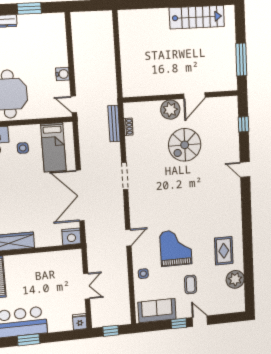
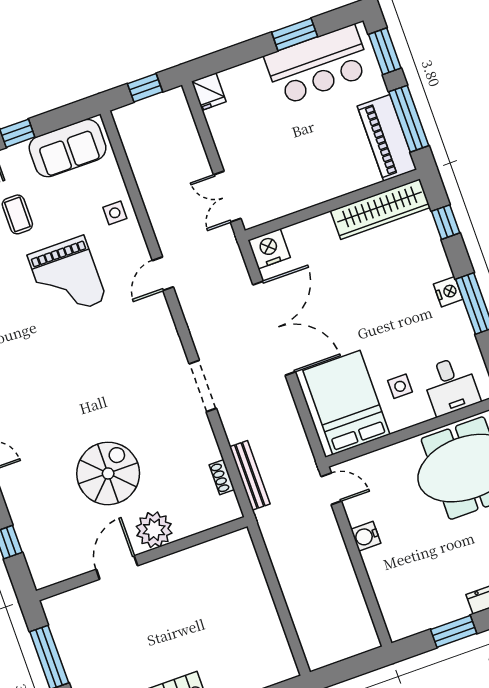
bed: (53, 147) -> (346, 402), width x1.50
double door: (87, 286) -> (227, 197), moved

